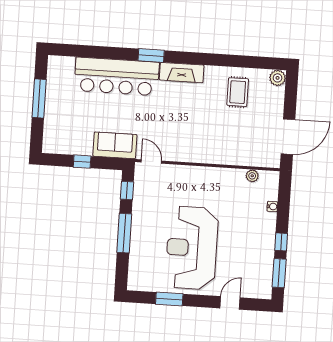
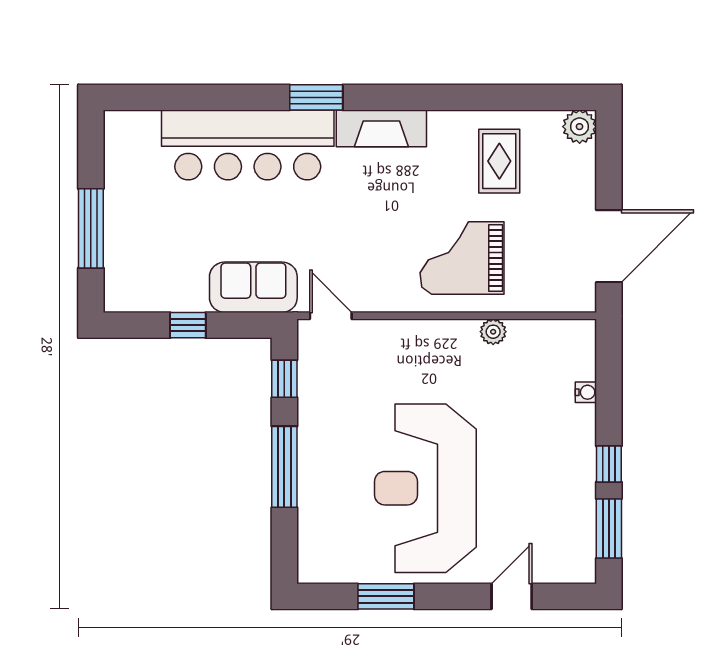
window: (39, 98) -> (91, 228), moved
grand piano: (217, 138) -> (462, 258), added
plant: (252, 176) -> (493, 332), moved

